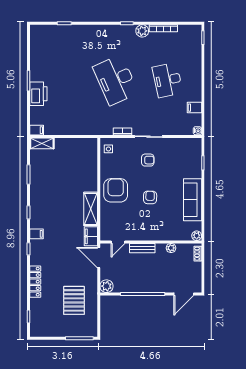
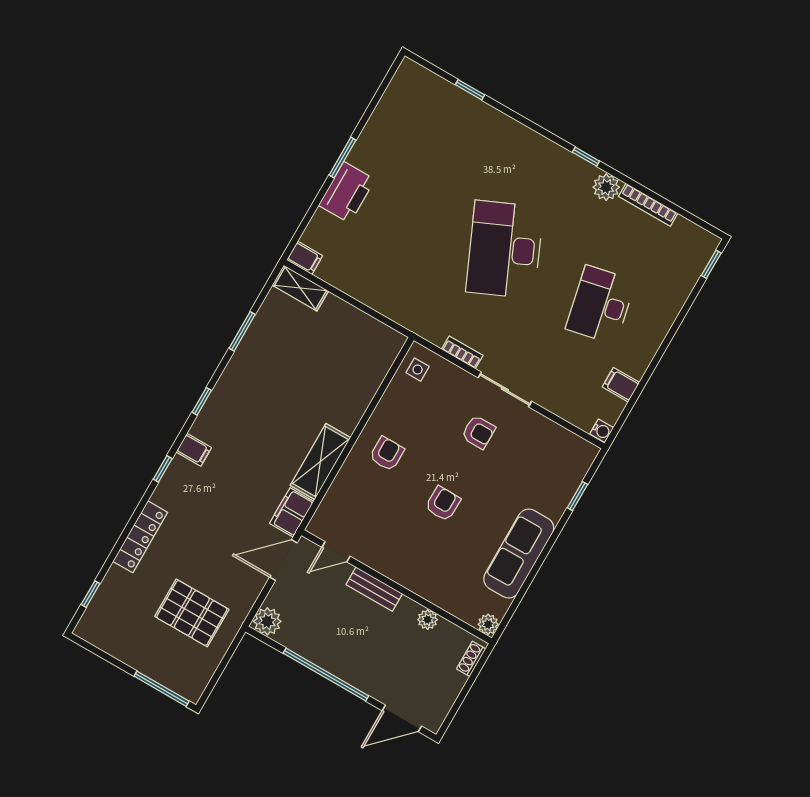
armchair: (116, 190) -> (387, 454), width x0.53, depth x0.53
door: (99, 258) -> (283, 560), hinge flipped
pallet: (74, 300) -> (192, 613), turned 90

